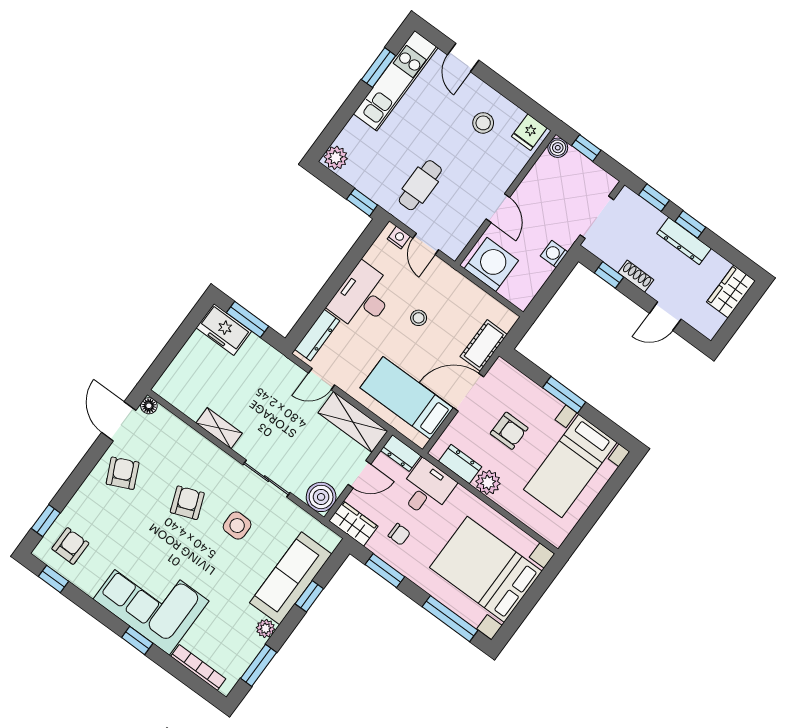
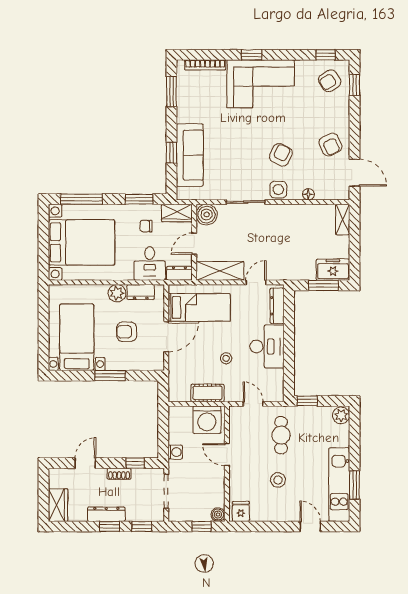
stool: (483, 123) -> (278, 480), moved
nightstand: (399, 238) -> (271, 396), removed
cot: (484, 345) -> (208, 393), moved, turned 90
floor lamp: (149, 406) -> (308, 194), moved
shelving: (219, 428) -> (343, 220), moved, turned 90
armchair: (187, 503) -> (281, 155), turned -133
side table: (237, 526) -> (278, 190), moved
armchair: (70, 546) -> (330, 81), turned 58
plant: (265, 628) -> (183, 116), removed

